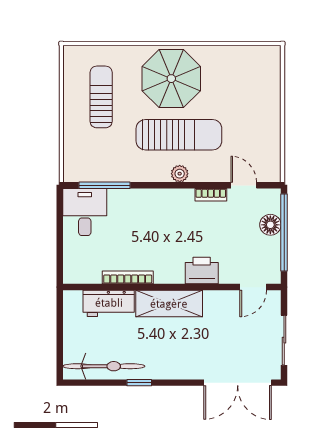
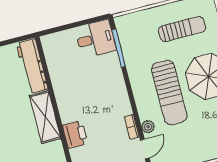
plant: (180, 174) -> (148, 127), moved
bookcase: (128, 277) -> (56, 82), removed
workbench: (109, 303) -> (32, 66), width x1.38

